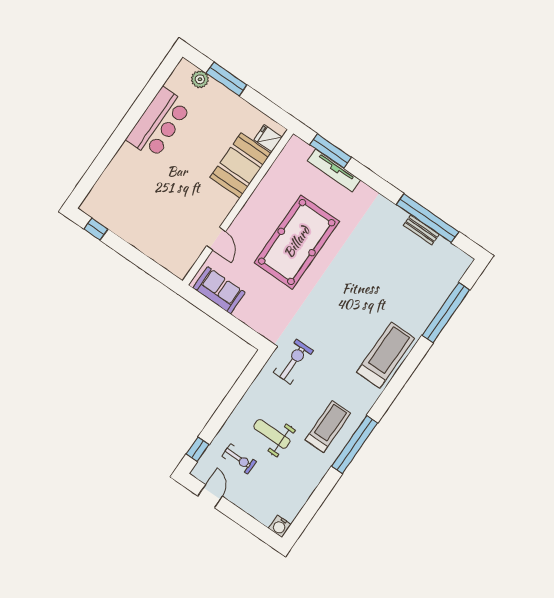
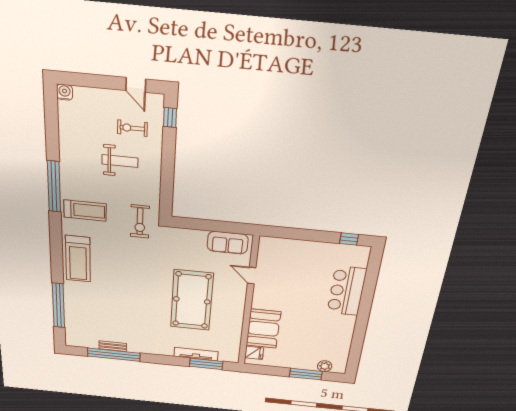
bar counter: (159, 123) -> (347, 291), moved
treadmill: (328, 427) -> (85, 210), moved, turned -90

